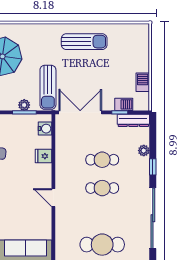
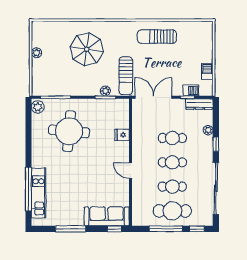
sun lounger: (84, 42) -> (157, 37), turned 180
water cooler: (45, 129) -> (123, 111), removed
cafe table: (102, 216) -> (172, 187), added

